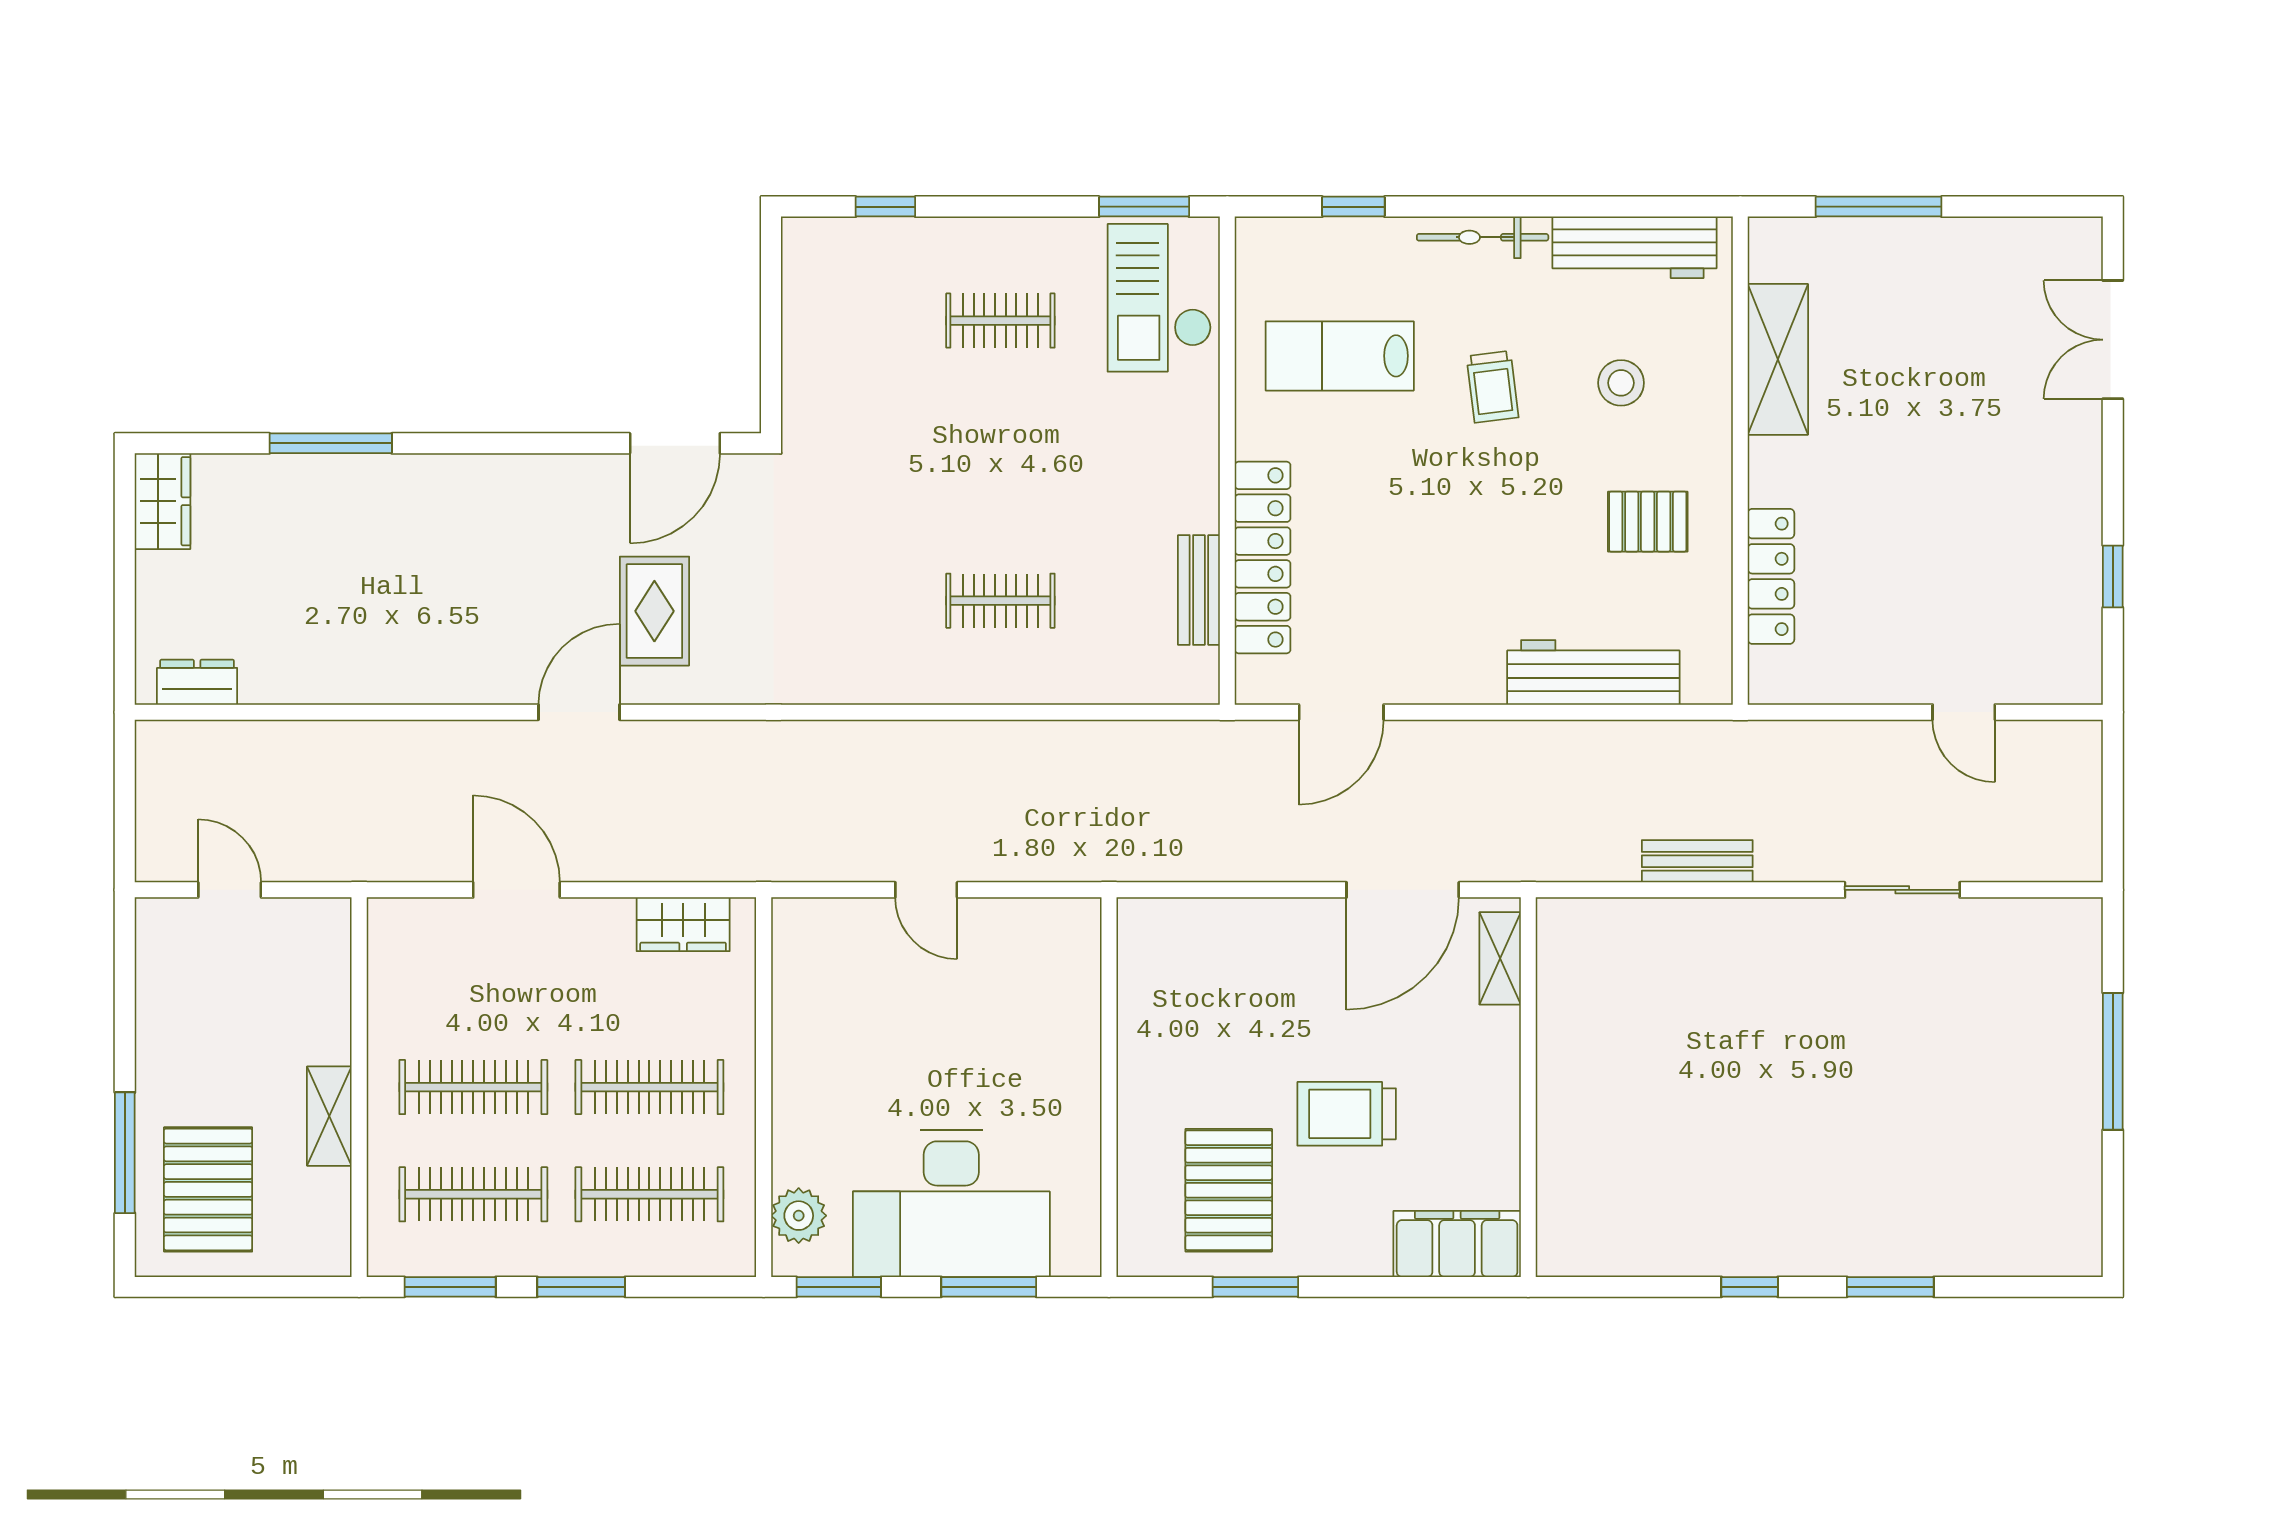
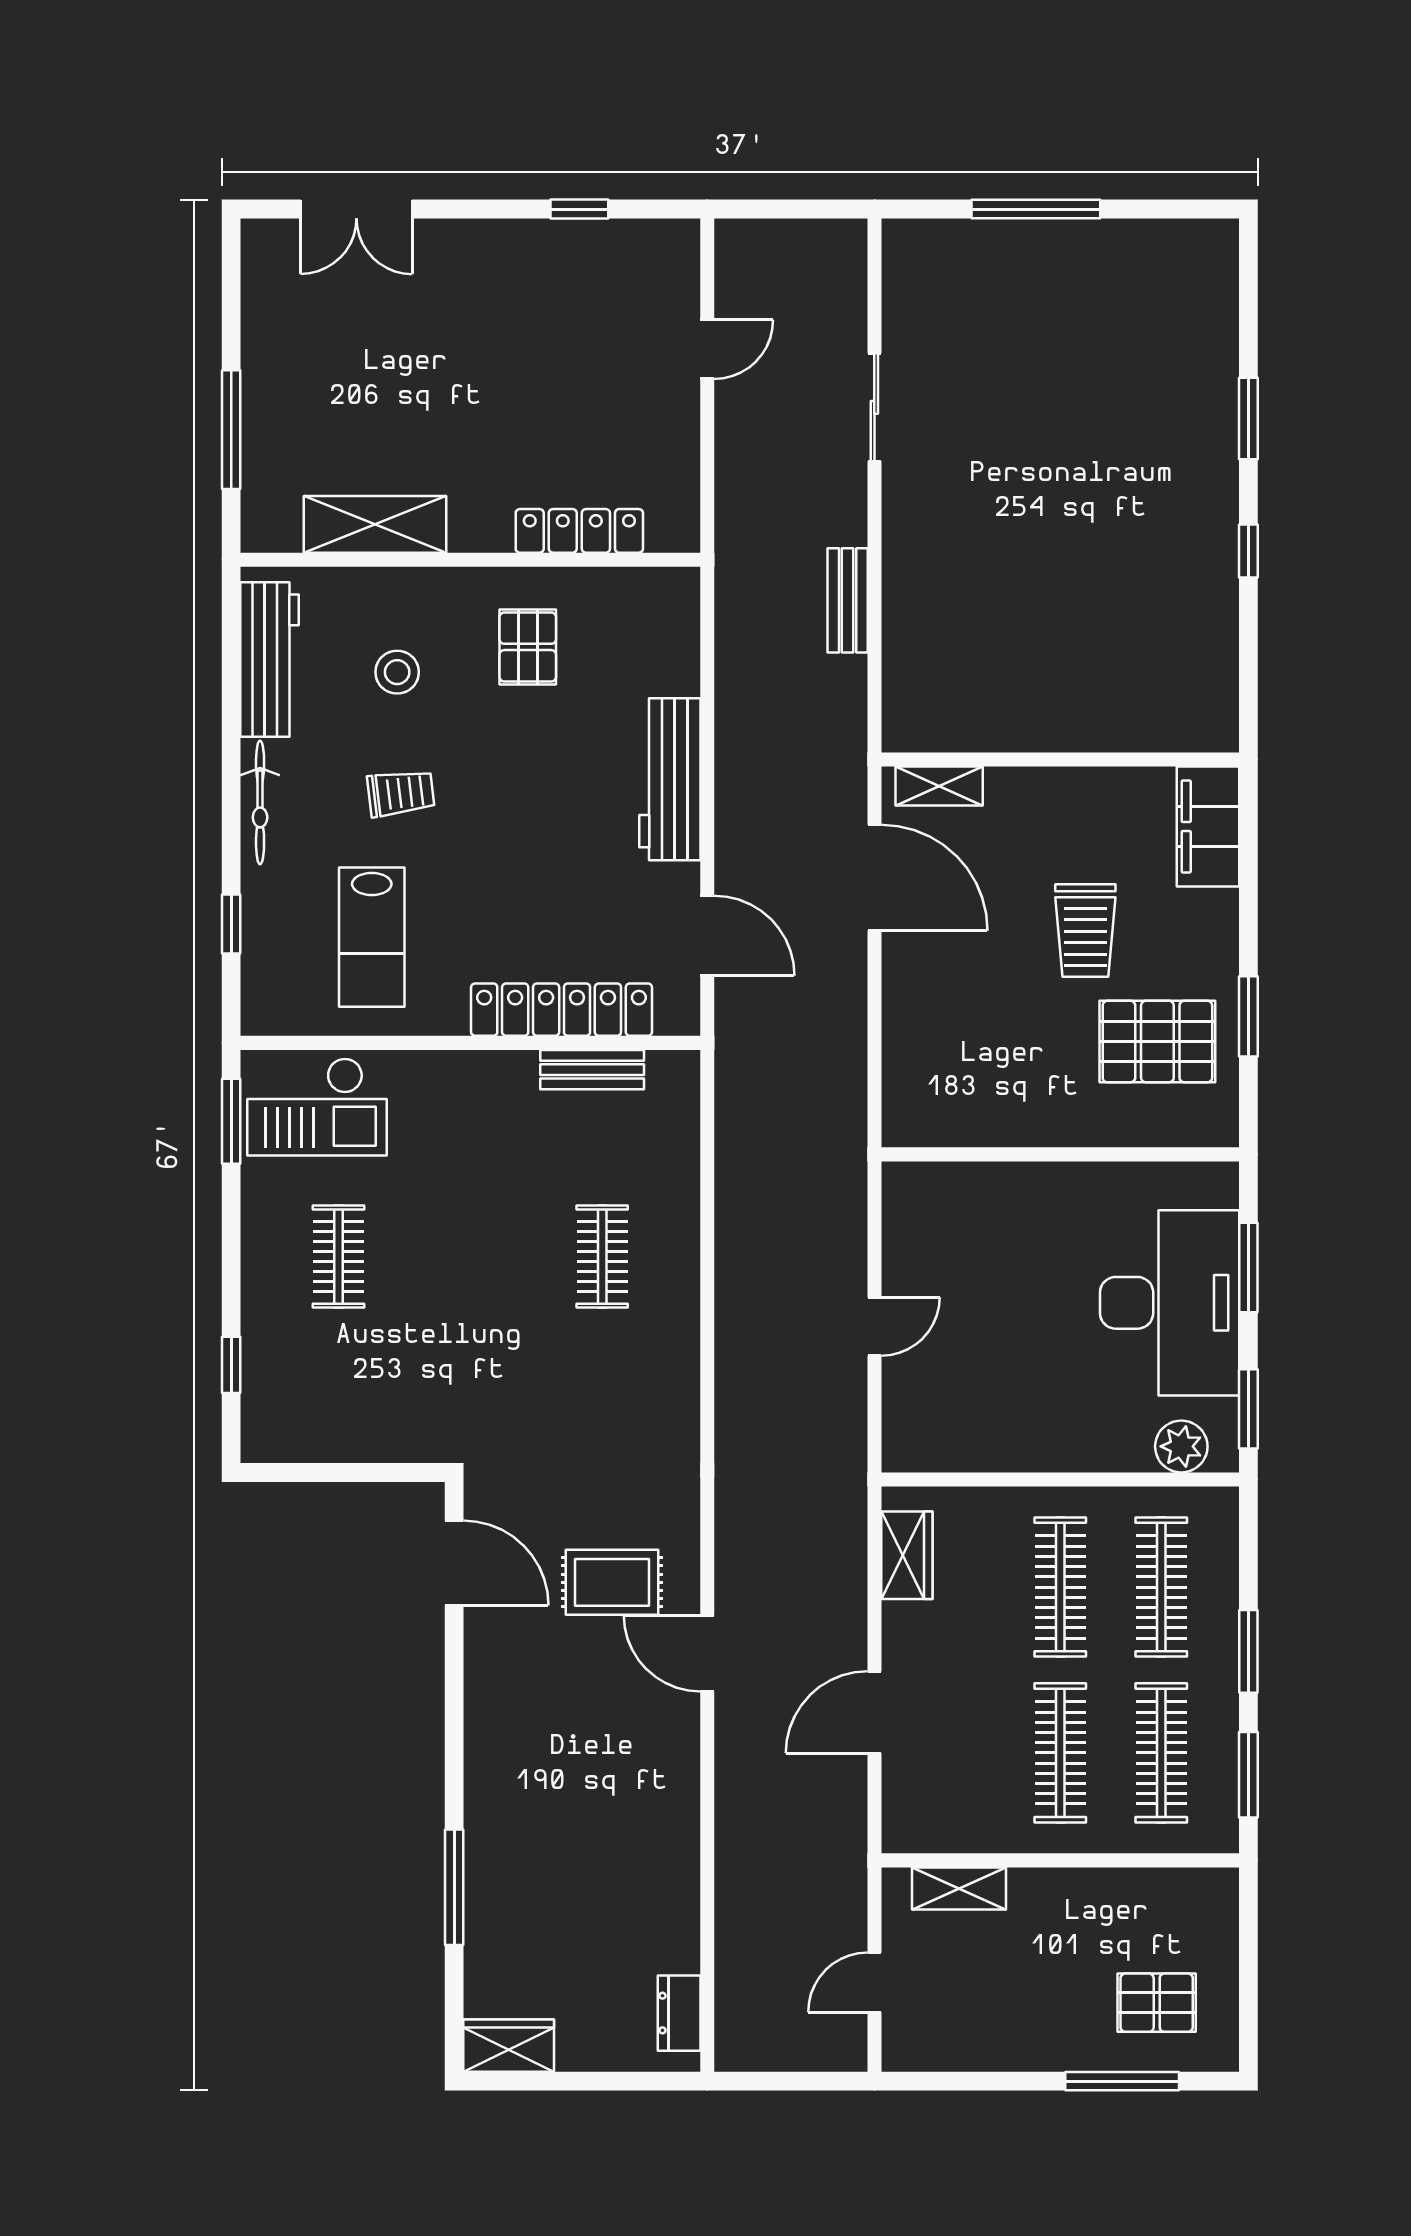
workbench: (1593, 672) -> (670, 779), moved
shelving: (329, 1116) -> (959, 1888), moved
pallet: (208, 1189) -> (1157, 2003), width x0.67, depth x0.71

